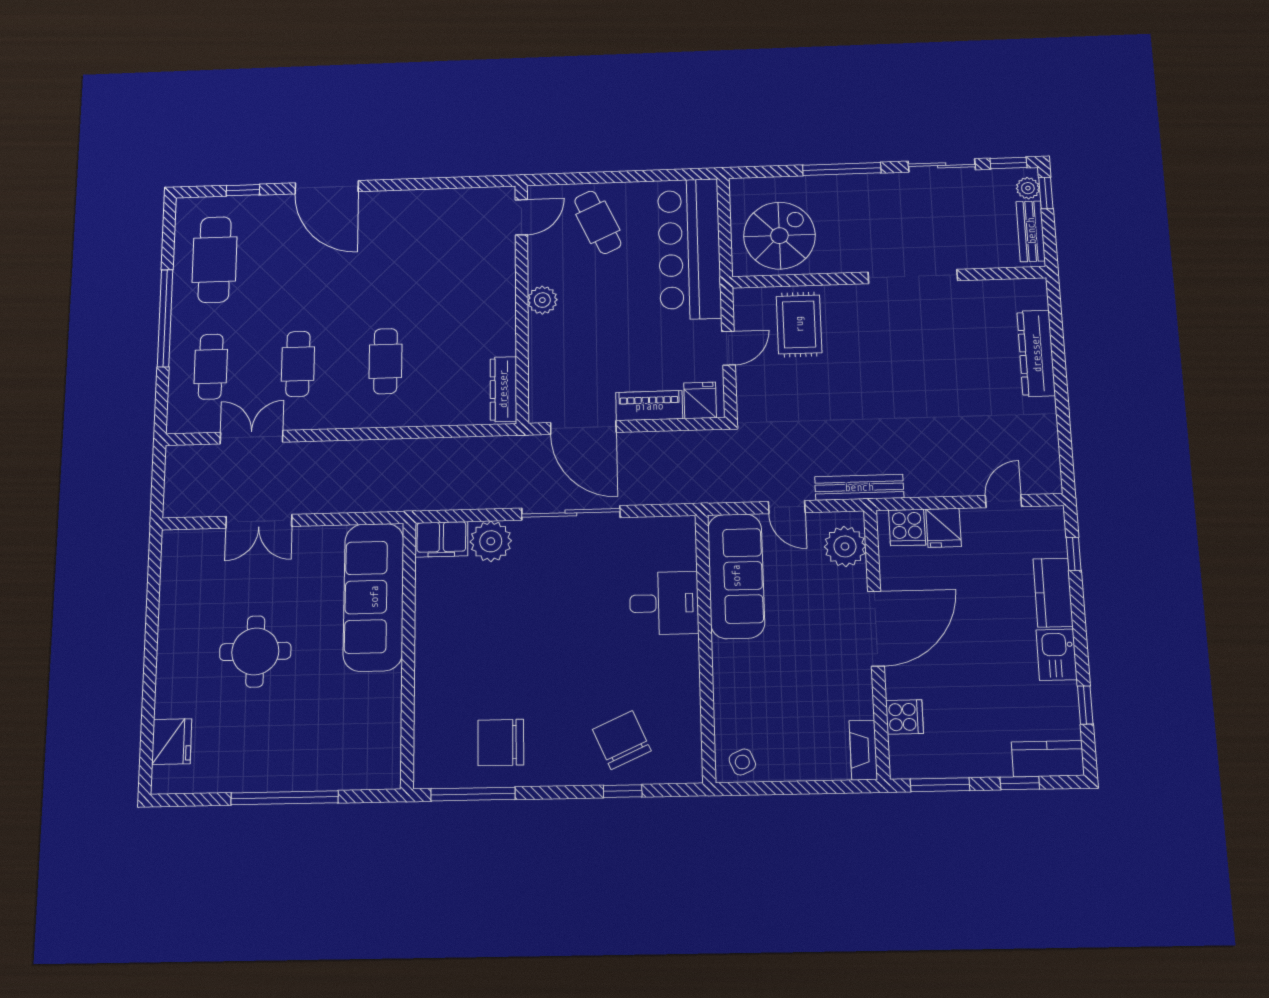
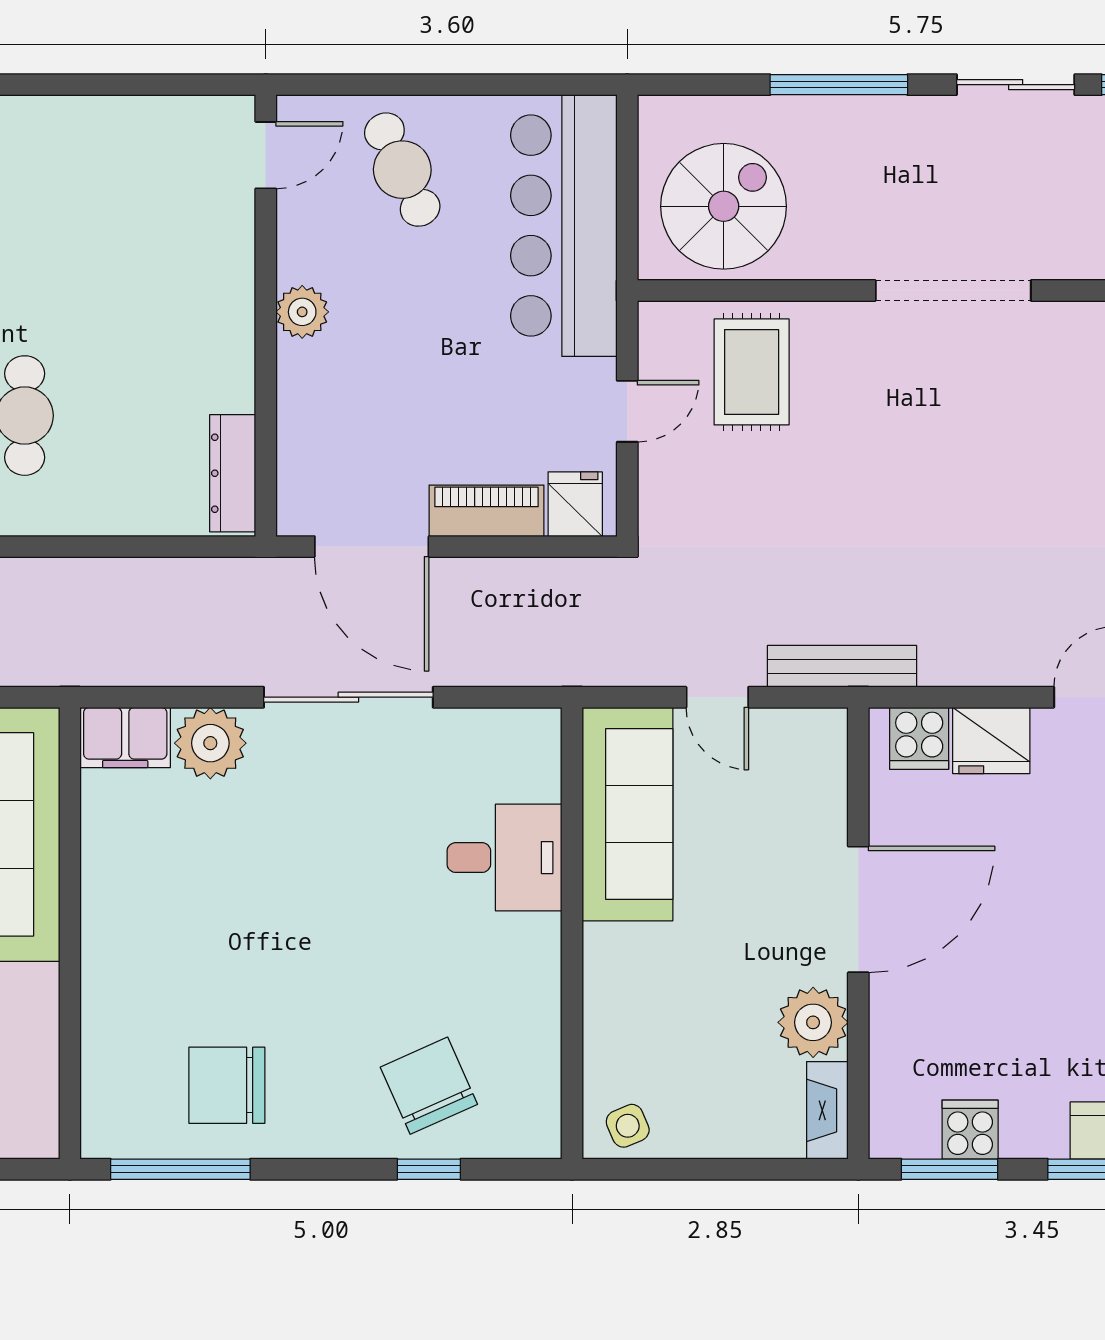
fridge: (944, 528) -> (991, 740), width x1.38
plant: (845, 546) -> (813, 1022), moved
cooker: (905, 717) -> (970, 1130), moved, turned -90

